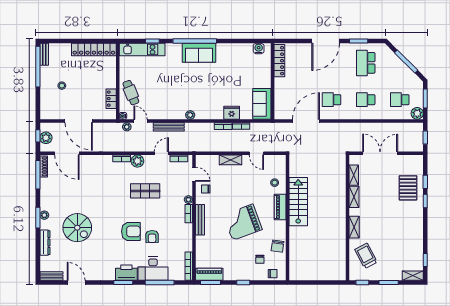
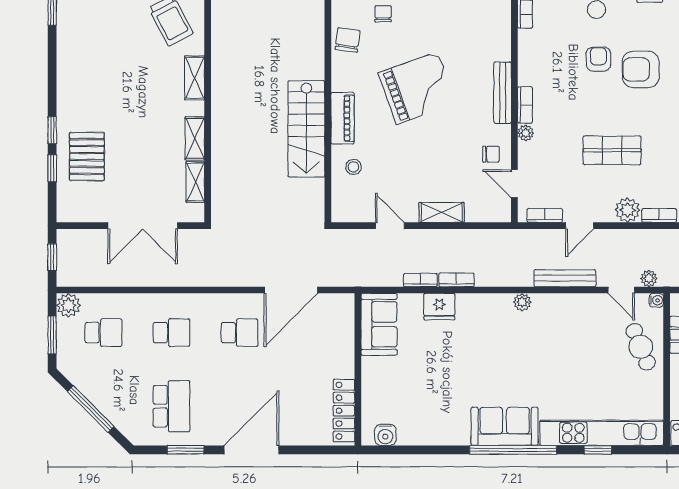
kitchen unit: (142, 50) -> (602, 433), width x1.36

